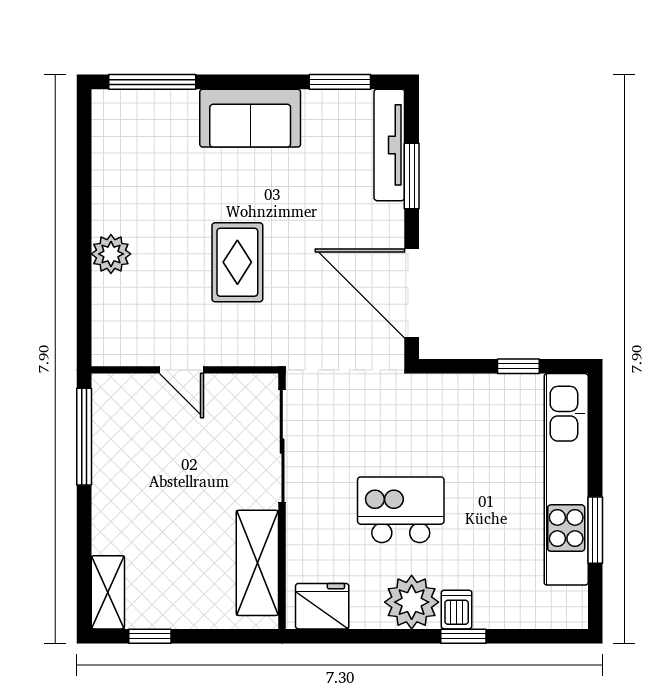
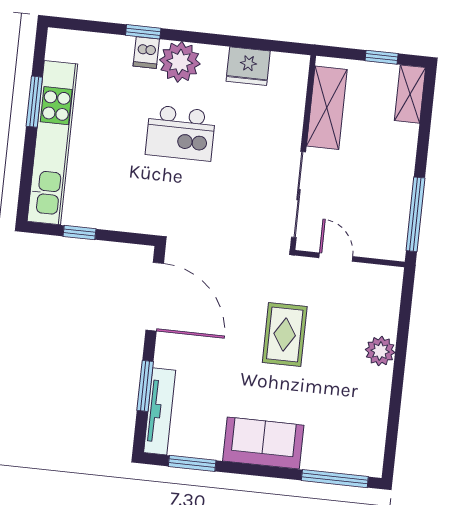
sliding door: (282, 446) -> (298, 195), moved
wall: (282, 501) -> (303, 153), moved
shelving: (257, 563) -> (327, 108), moved

